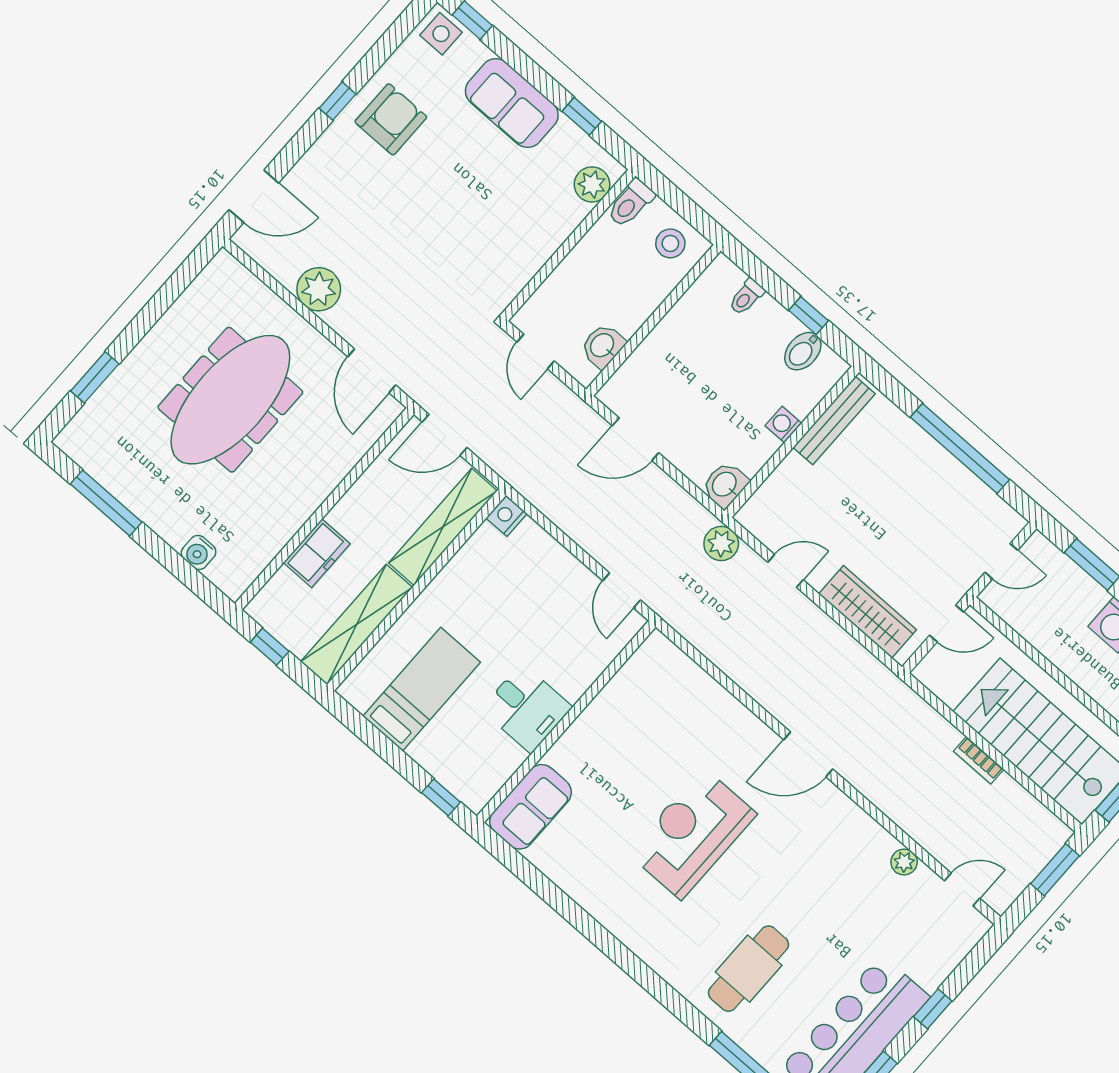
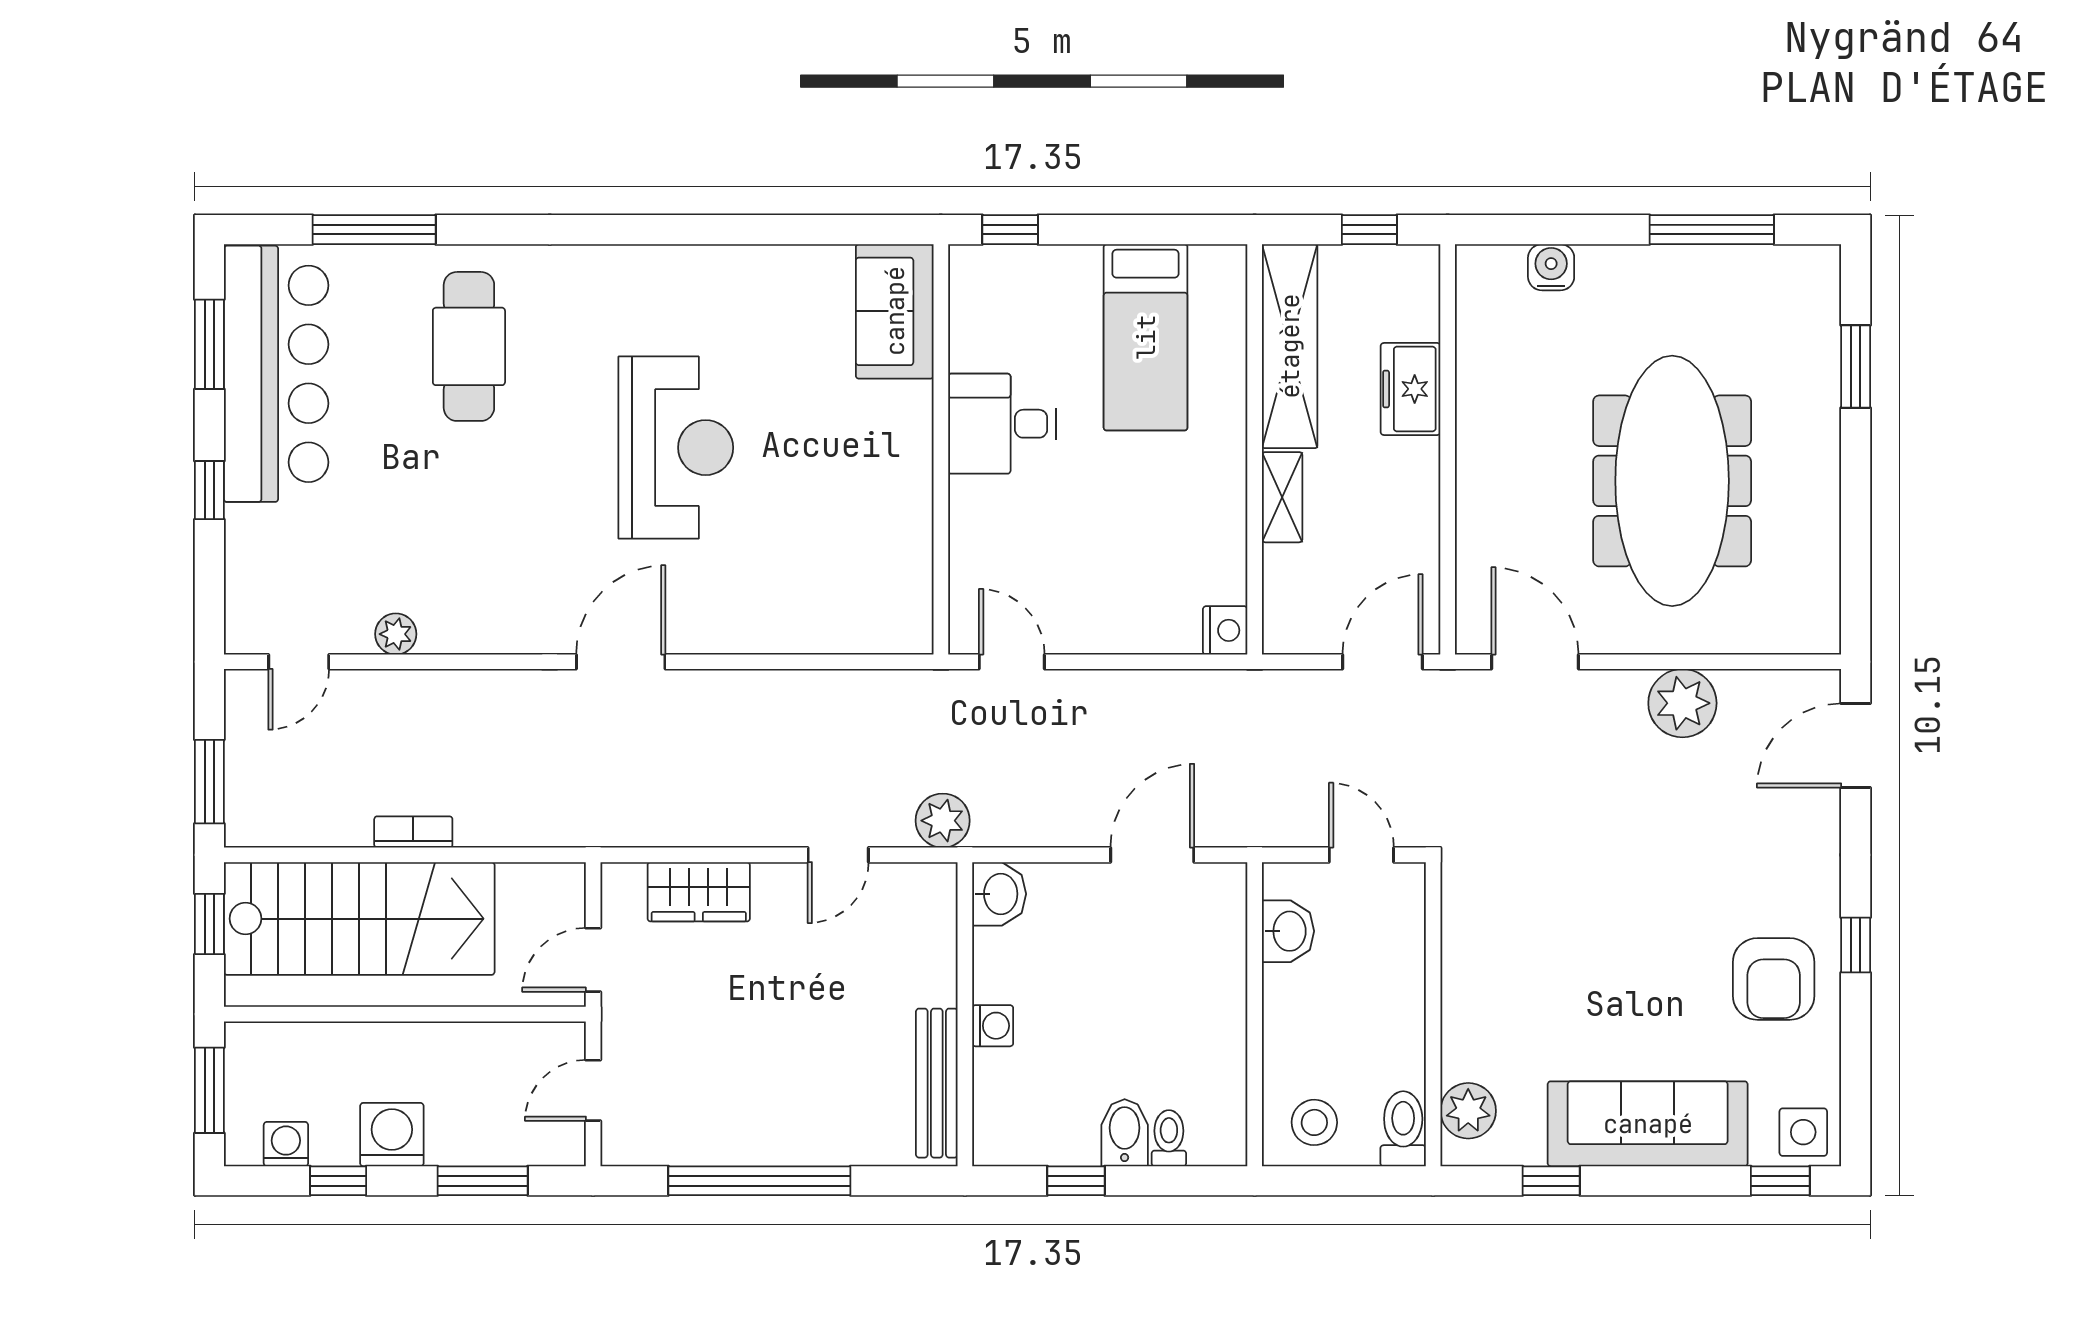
sofa: (512, 103) -> (1648, 1124), width x1.36
bidet: (803, 351) -> (1125, 1133), moved
shelving: (443, 527) -> (1282, 497), width x0.45, depth x0.75
wardrobe: (868, 612) -> (699, 892), width x0.67

